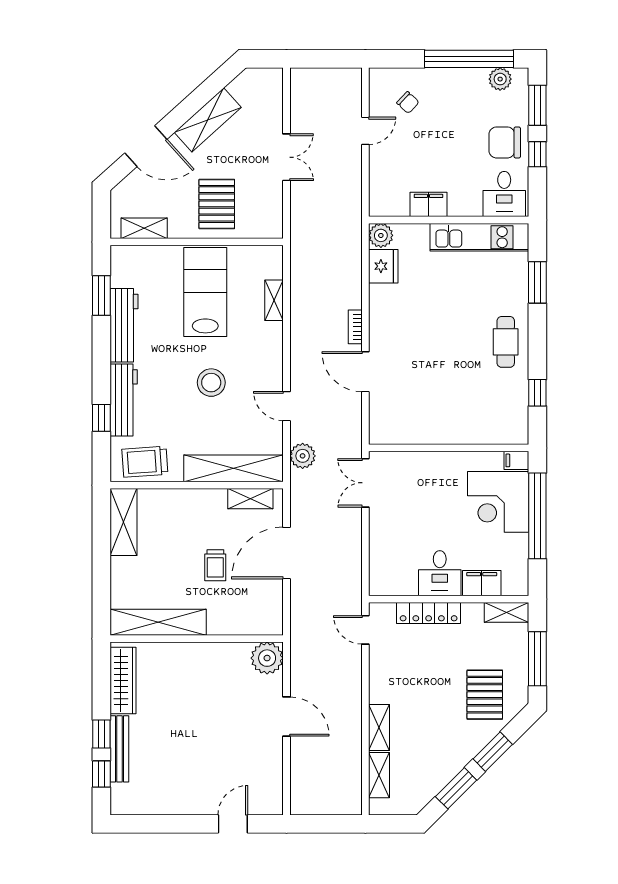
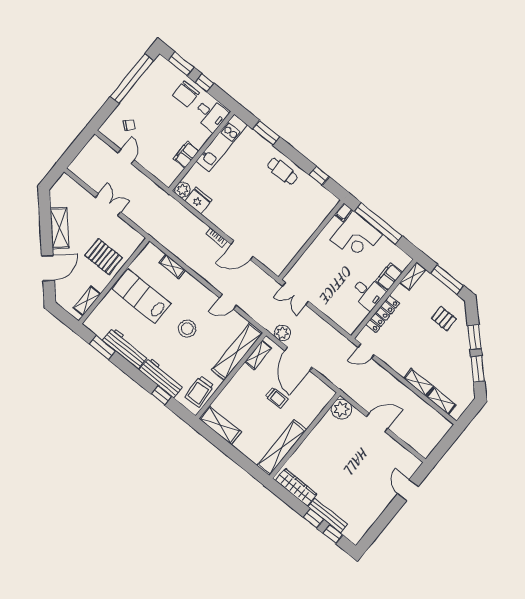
plant: (500, 79) -> (154, 71), removed
plant: (303, 456) -> (282, 333), moved
pallet: (485, 695) -> (444, 319), width x0.67, depth x0.71

